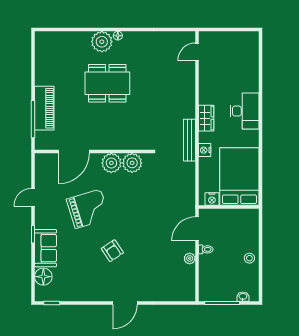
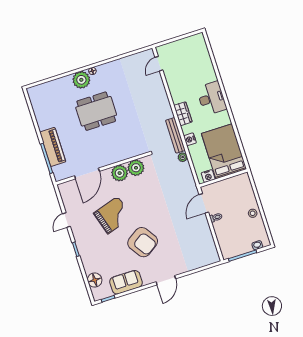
sofa: (46, 248) -> (126, 282), moved, turned -90
armchair: (112, 251) -> (143, 242), width x1.88, depth x1.88
plant: (190, 258) -> (183, 157), moved

